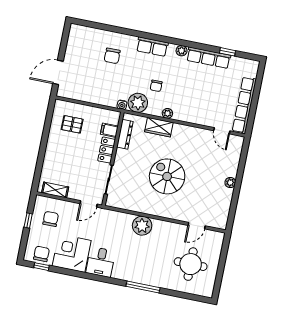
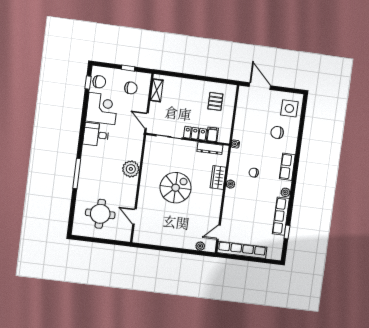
side table: (86, 40) -> (289, 108), added
plant: (138, 103) -> (238, 158), removed
plant: (230, 183) -> (200, 246), moved

